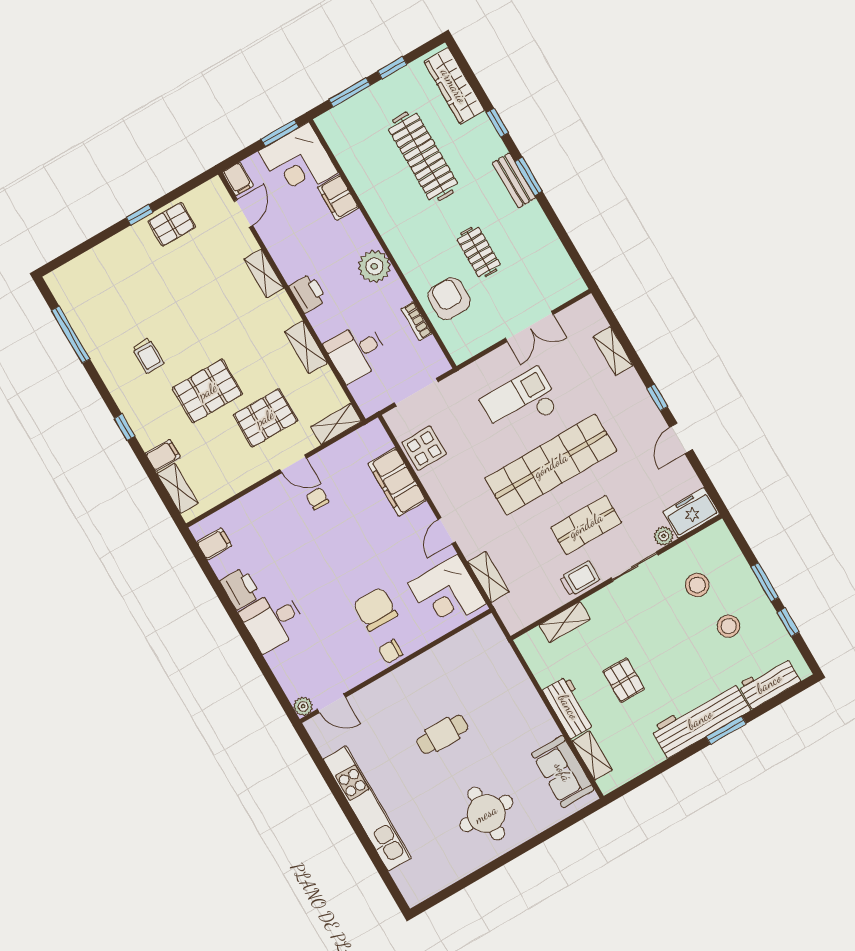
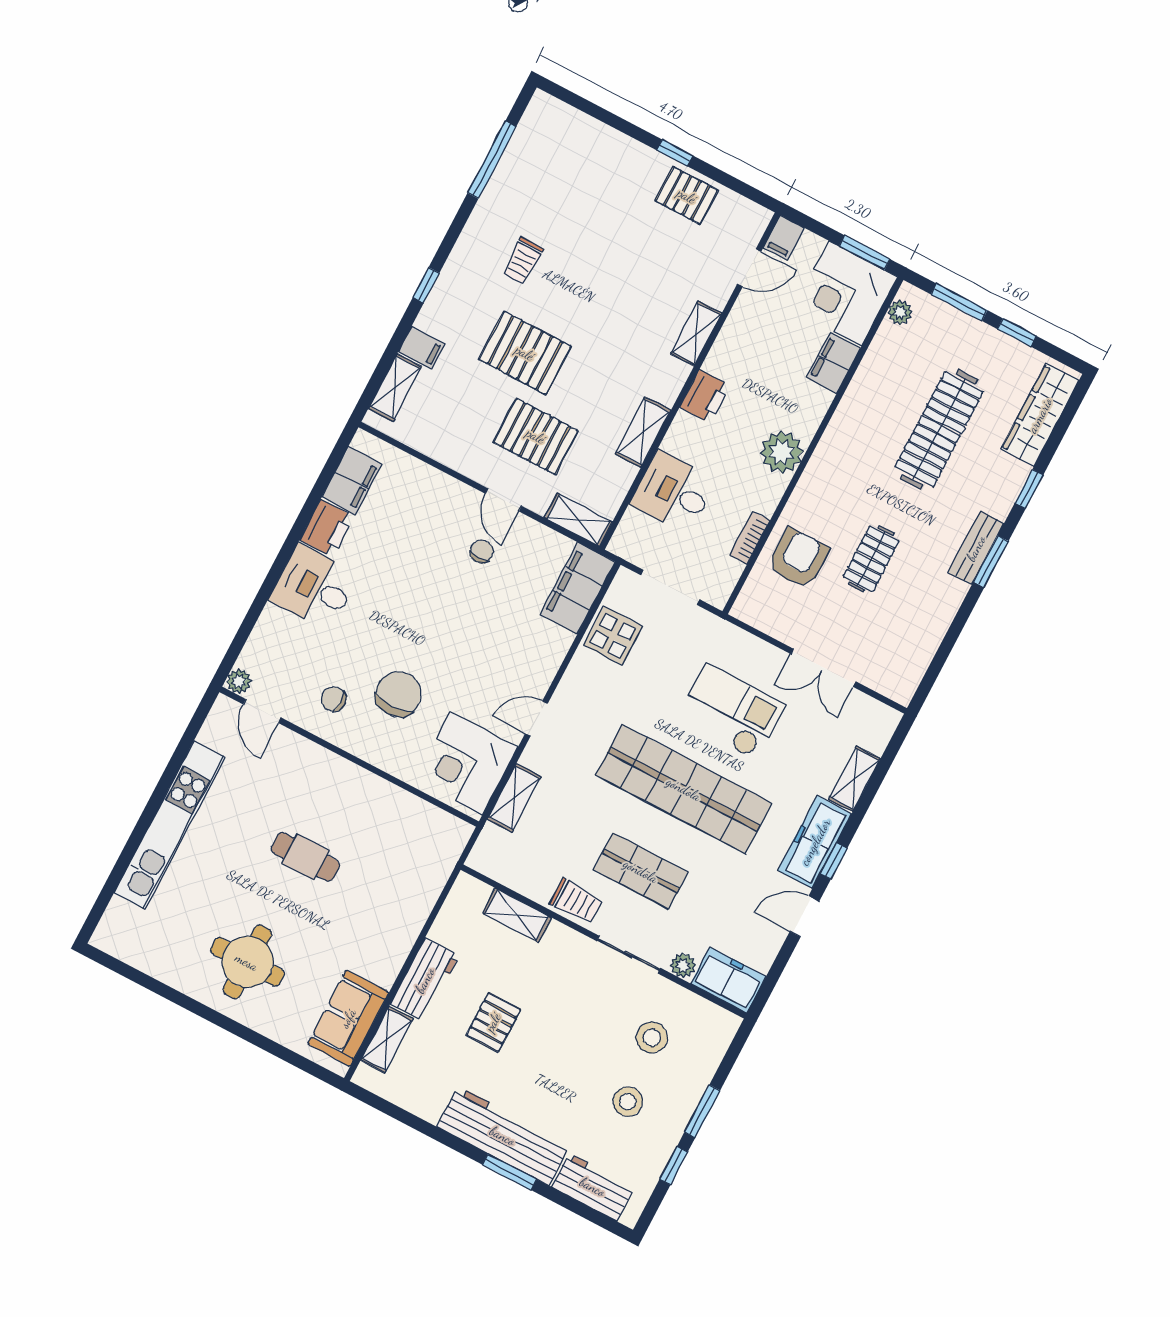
plant: (332, 135) -> (900, 312), added
freezer: (637, 402) -> (815, 842), added
filing cabinet: (397, 482) -> (578, 588), moved
filing cabinet: (214, 544) -> (352, 480), width x2.00
chair: (391, 651) -> (334, 699), moved

